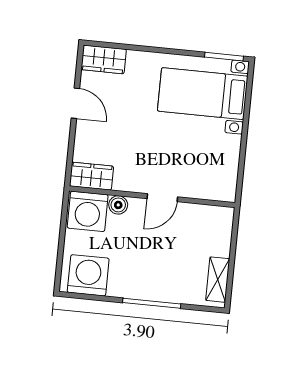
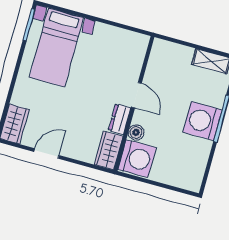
dresser: (131, 183) -> (120, 119), added
washing machine: (88, 275) -> (202, 121), moved

